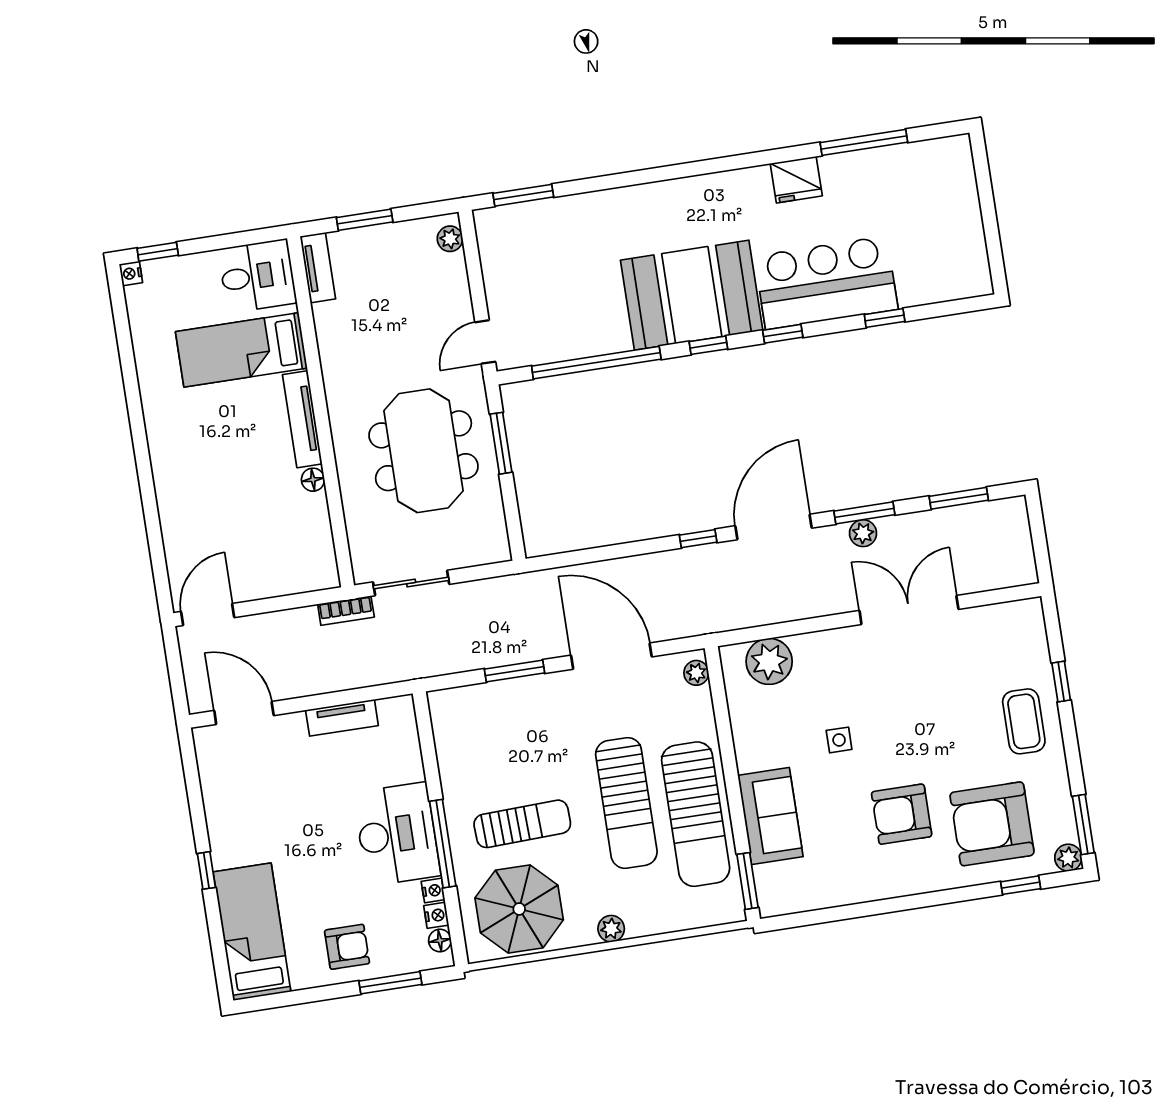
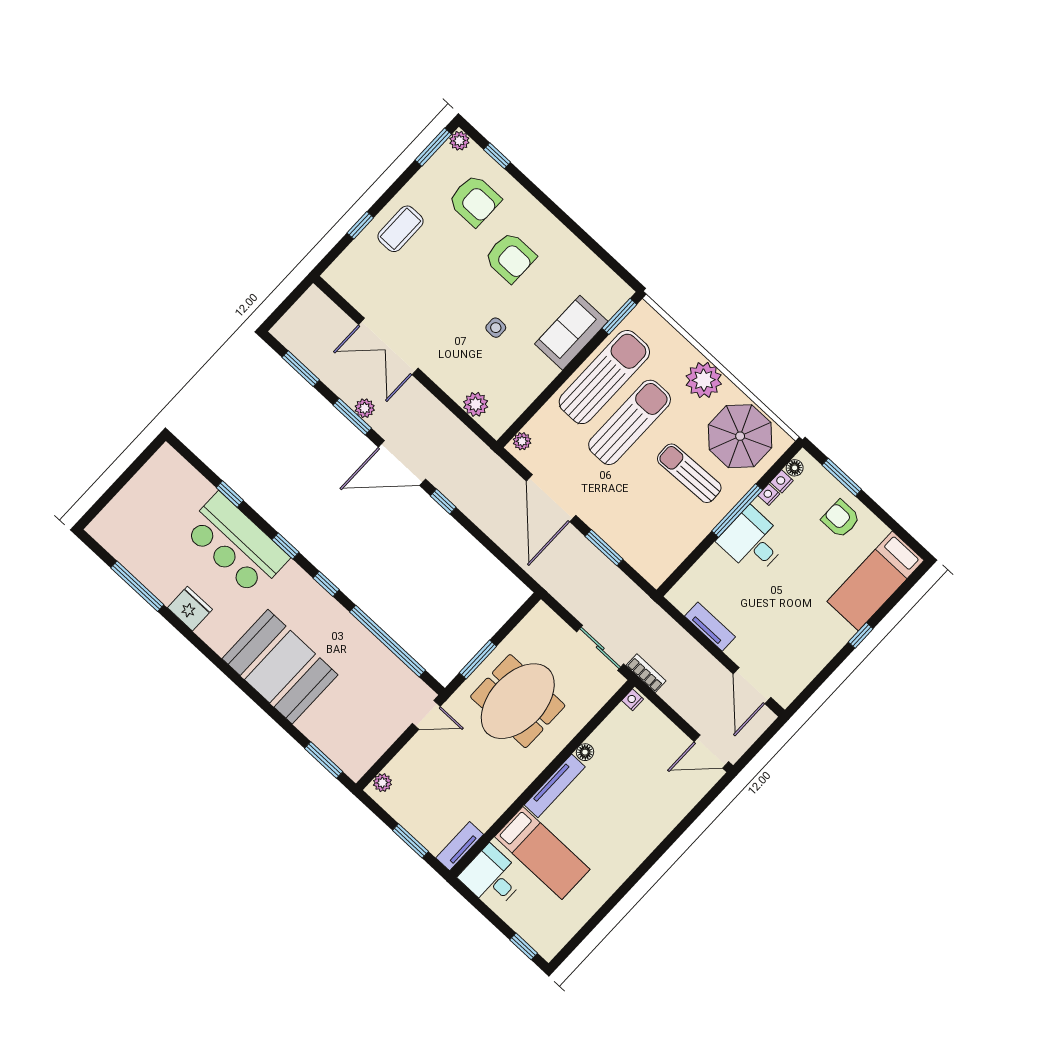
nightstand: (131, 273) -> (633, 700), moved, turned 180
booth: (692, 295) -> (280, 667), moved
plant: (769, 661) -> (476, 404), width x0.73, depth x0.73
armchair: (992, 824) -> (475, 200), width x0.73, depth x0.73
desk: (397, 834) -> (753, 541), width x0.73
plant: (611, 929) -> (704, 380), width x1.87, depth x1.87

